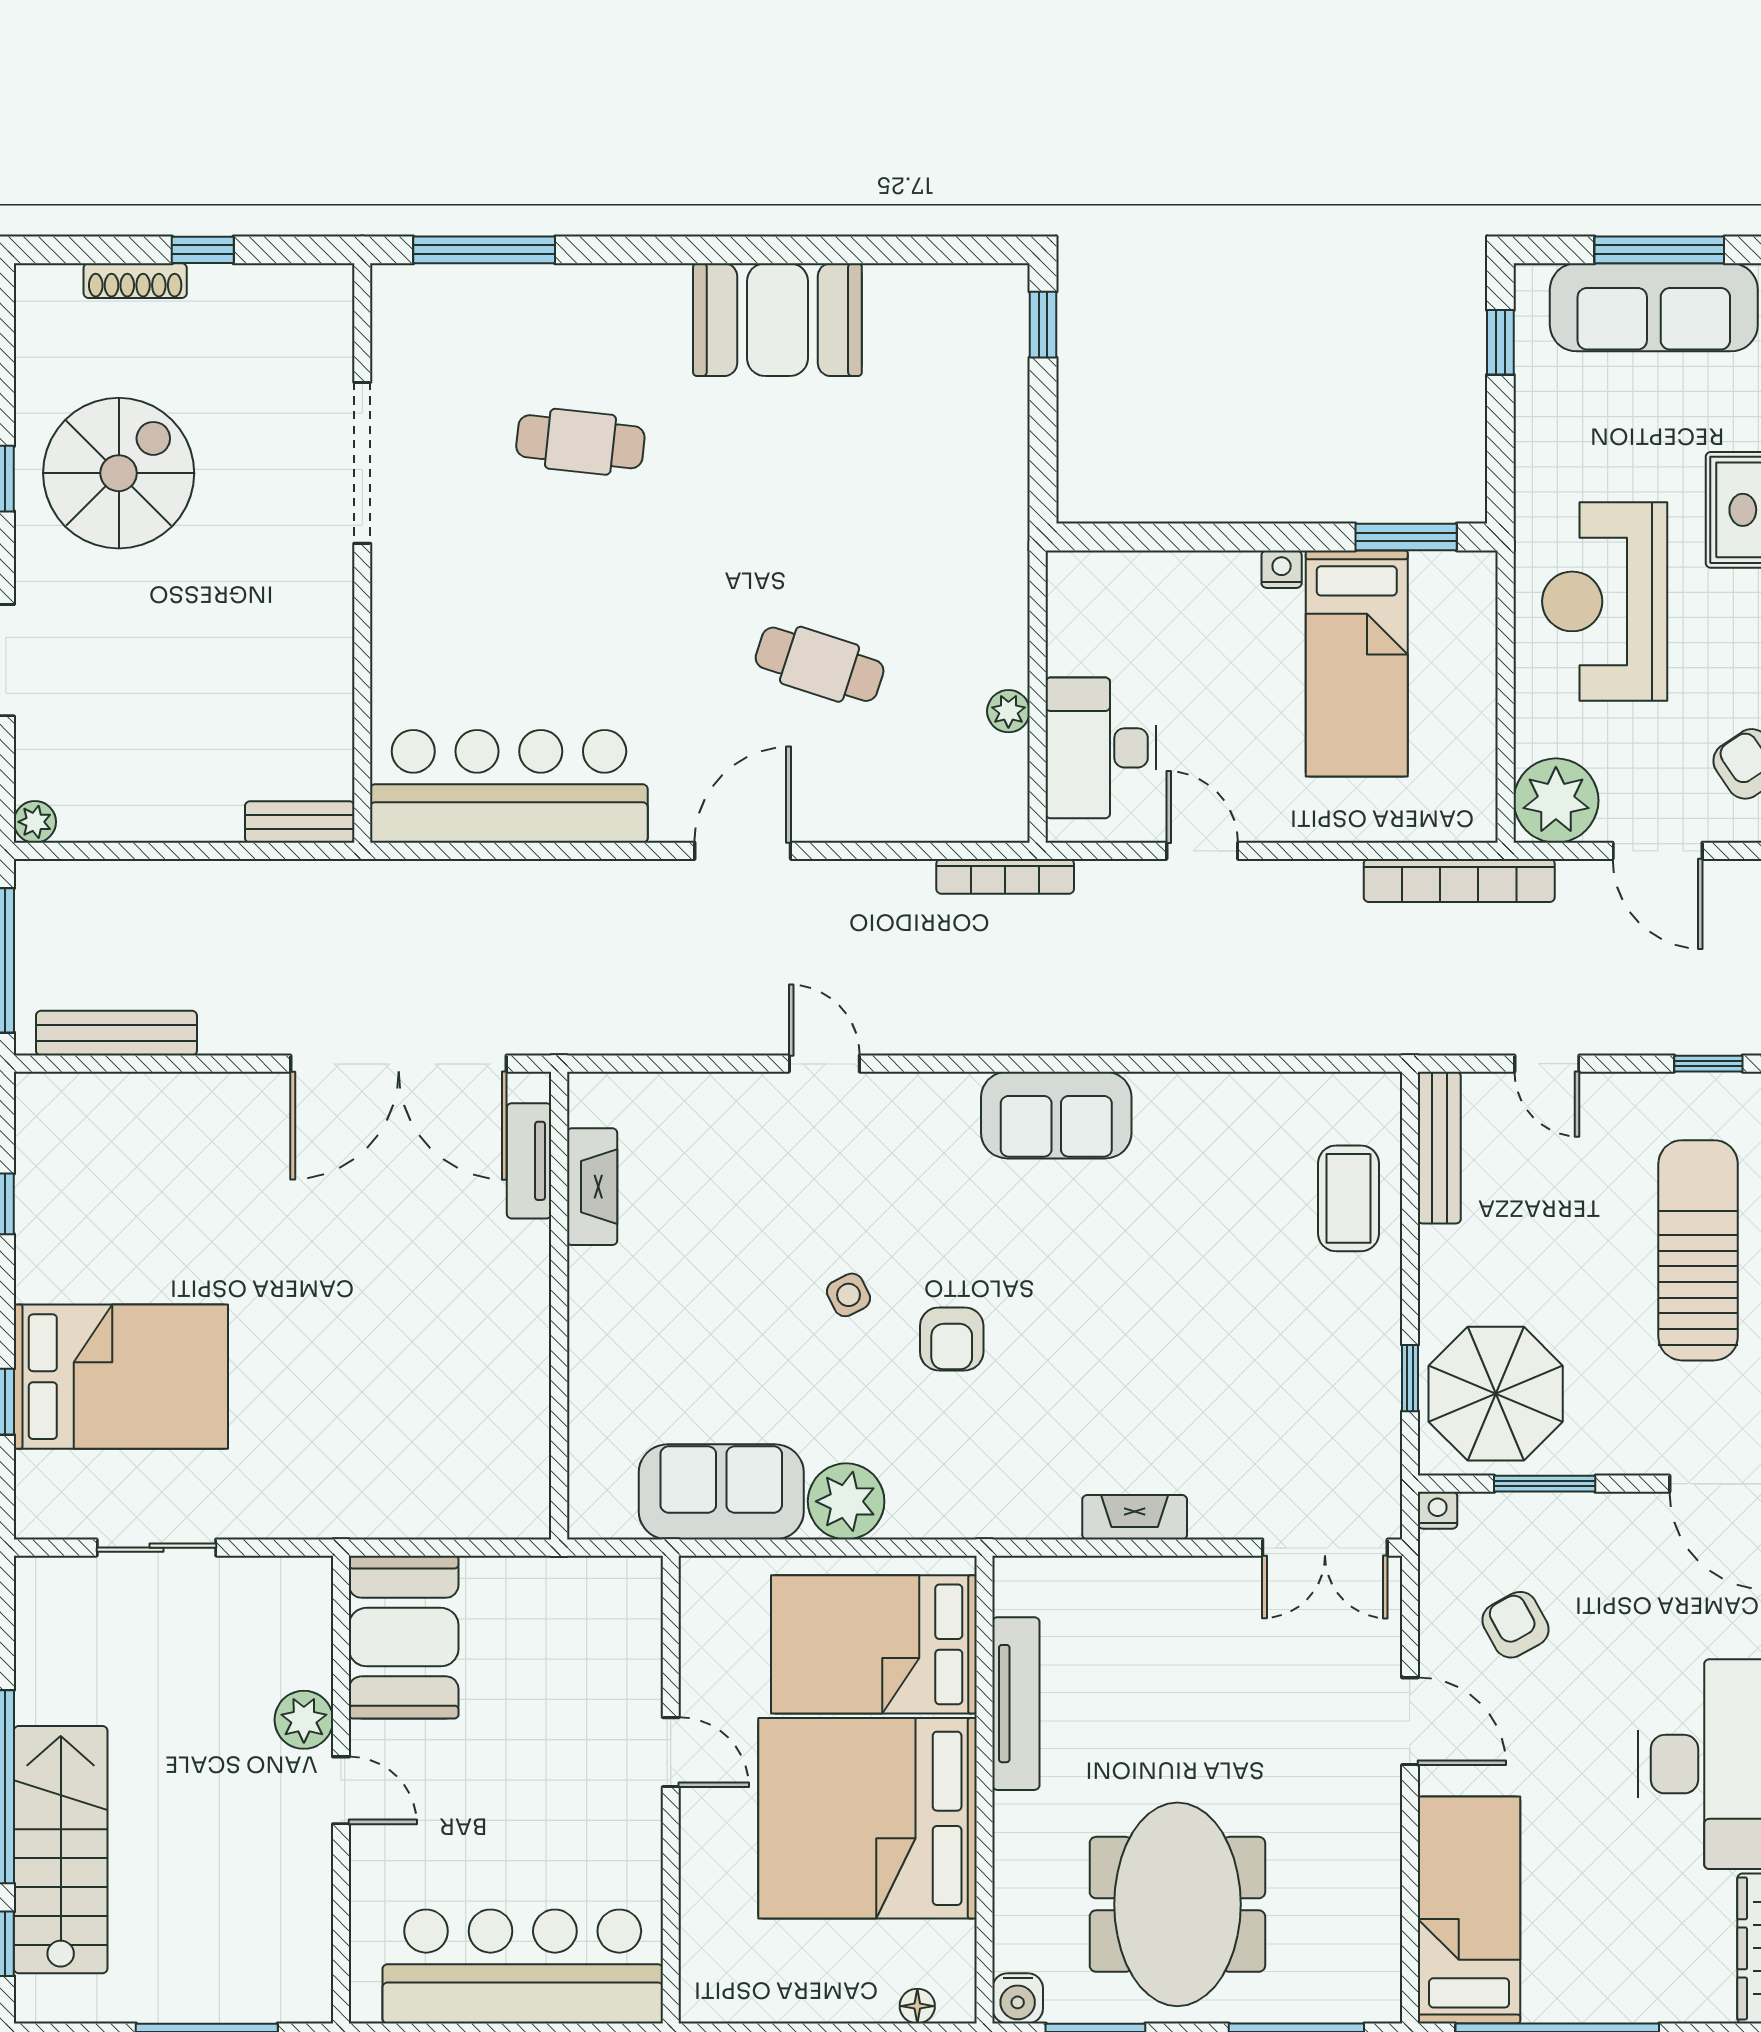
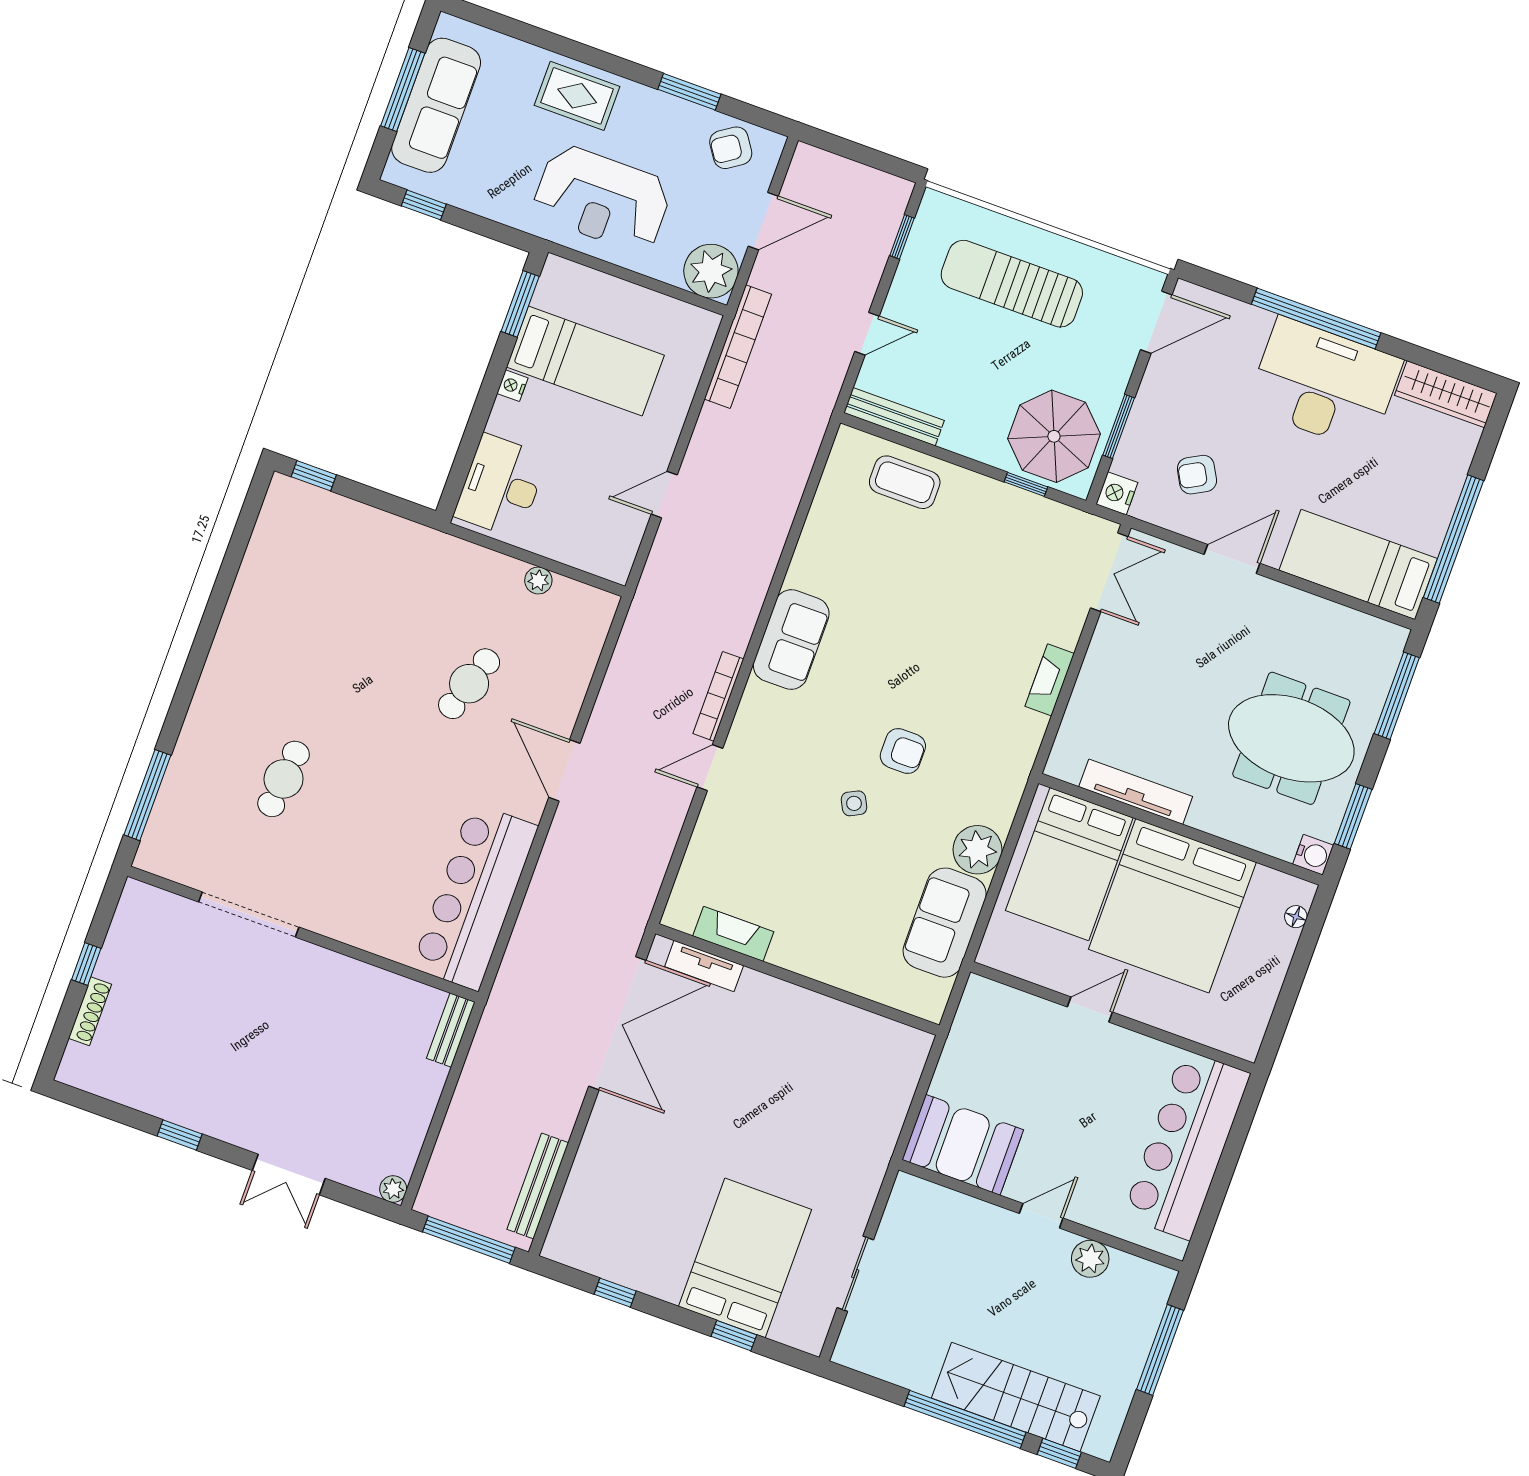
booth: (777, 320) -> (253, 634), removed
spiral stairs: (119, 473) -> (202, 1063), removed
desk: (1101, 748) -> (501, 486), moved, turned 90
bookcase: (1005, 876) -> (718, 696), moved, turned 180
nightstand: (1438, 1510) -> (1117, 493), width x1.39, depth x1.35
plant: (304, 1720) -> (1090, 1259), moved

